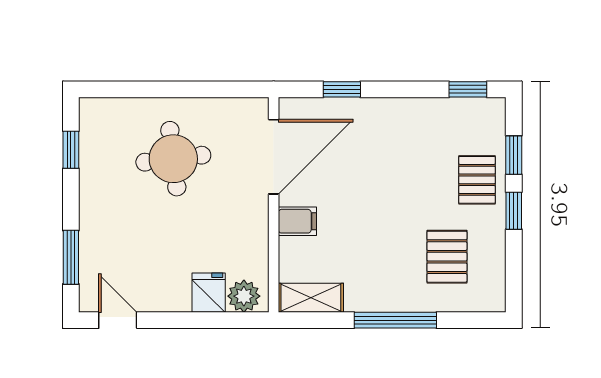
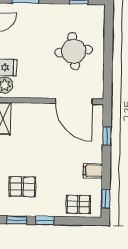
window: (514, 155) -> (17, 220), moved
pallet: (477, 180) -> (78, 204), moved
filing cabinet: (297, 221) -> (93, 171), moved, turned 90

